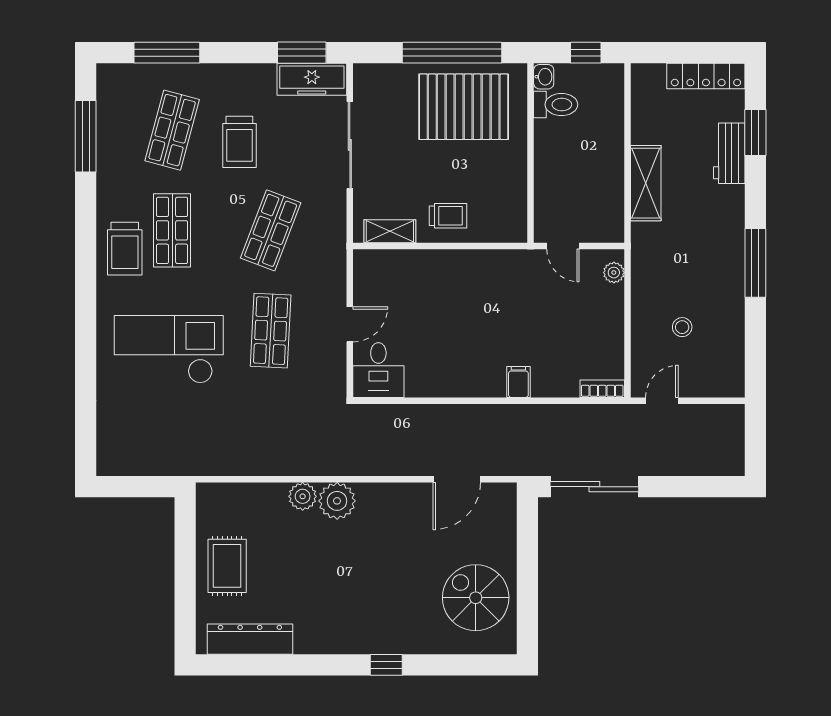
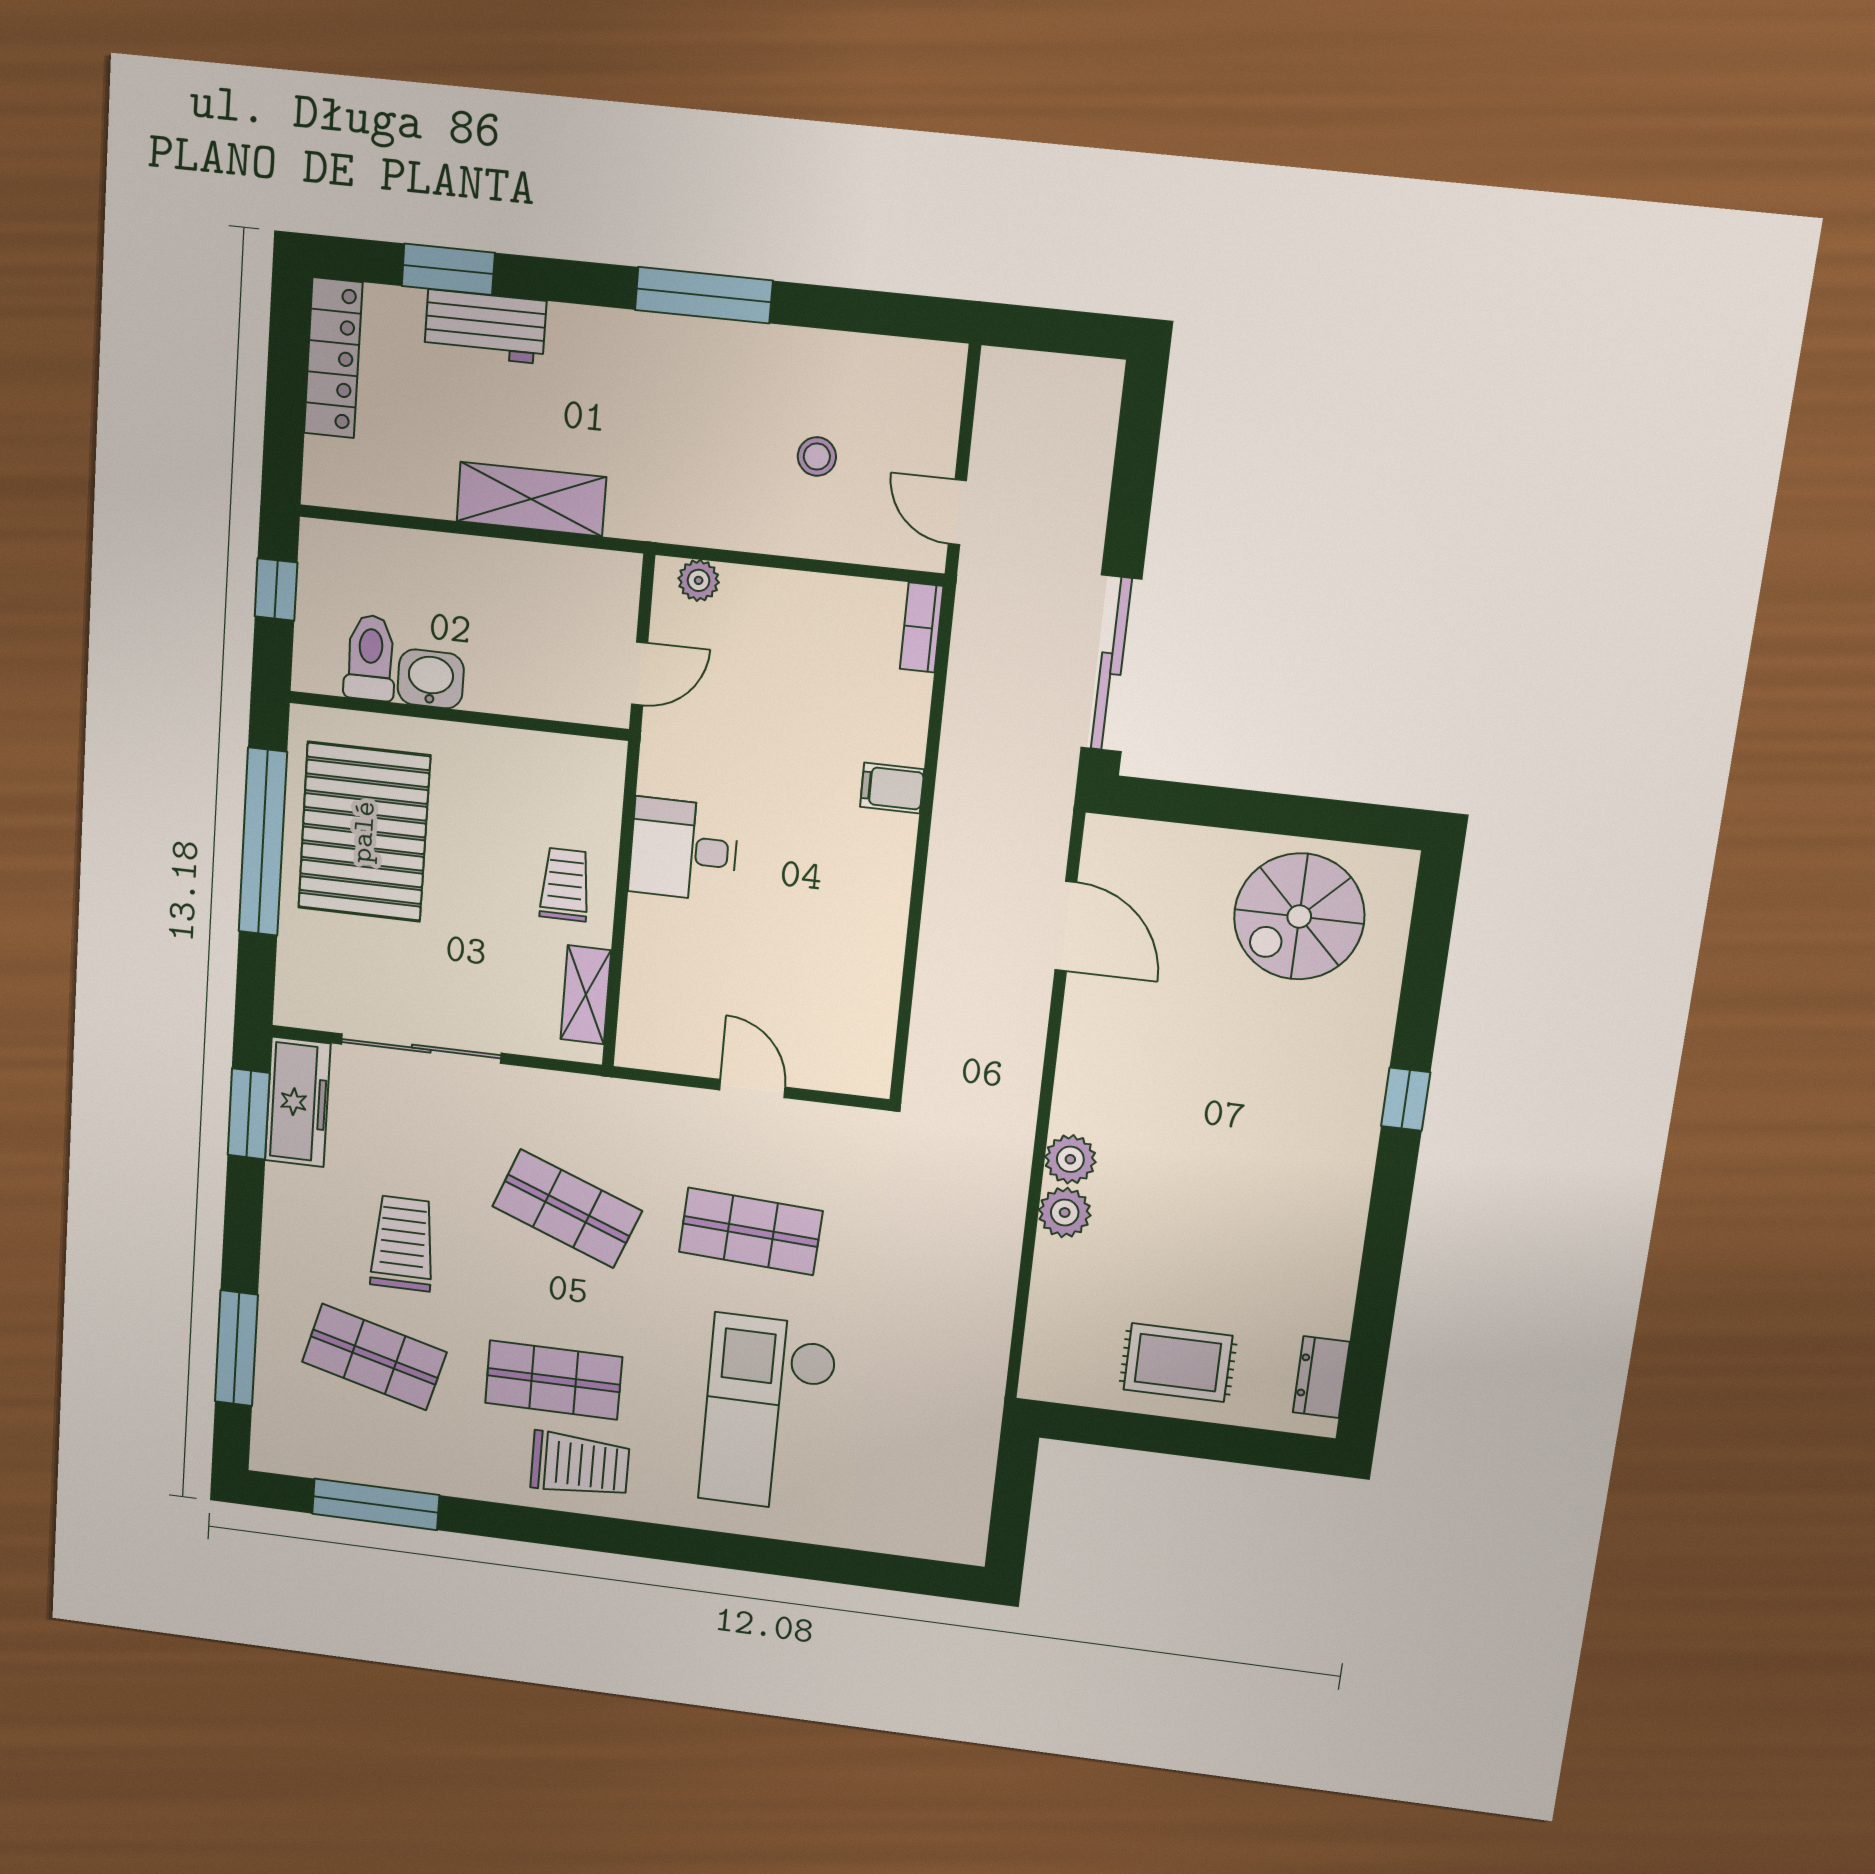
washbasin: (544, 77) -> (431, 679), moved, width x1.38, depth x1.45
trolley: (239, 142) -> (403, 1243), turned -90
desk: (378, 370) -> (684, 850), moved, turned 180
plant: (337, 501) -> (1070, 1159), width x0.73, depth x0.73
dresser: (250, 639) -> (1321, 1377), width x0.51, depth x0.80

